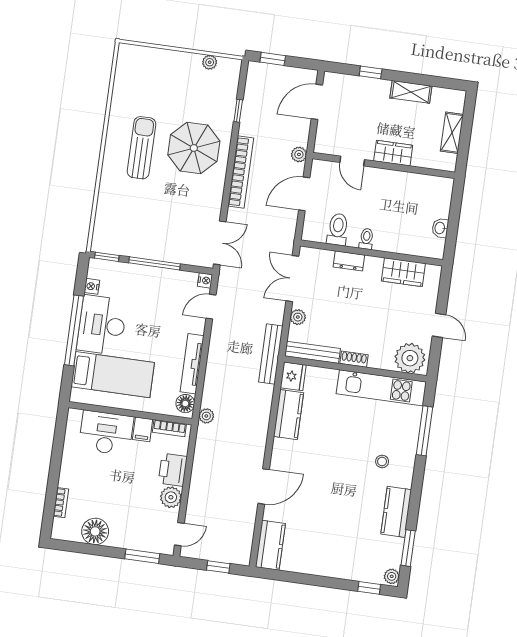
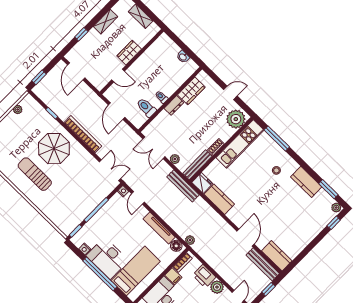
plant: (299, 154) -> (95, 99), removed
dresser: (349, 261) -> (174, 105), moved
bench: (245, 535) -> (263, 264), added

